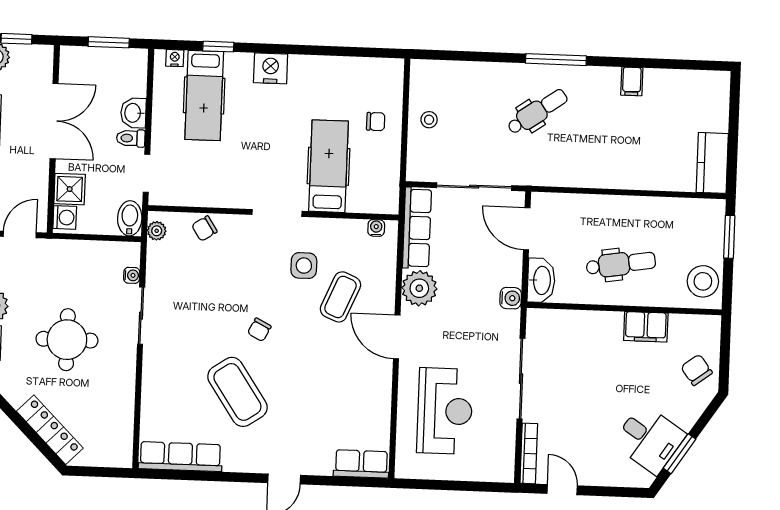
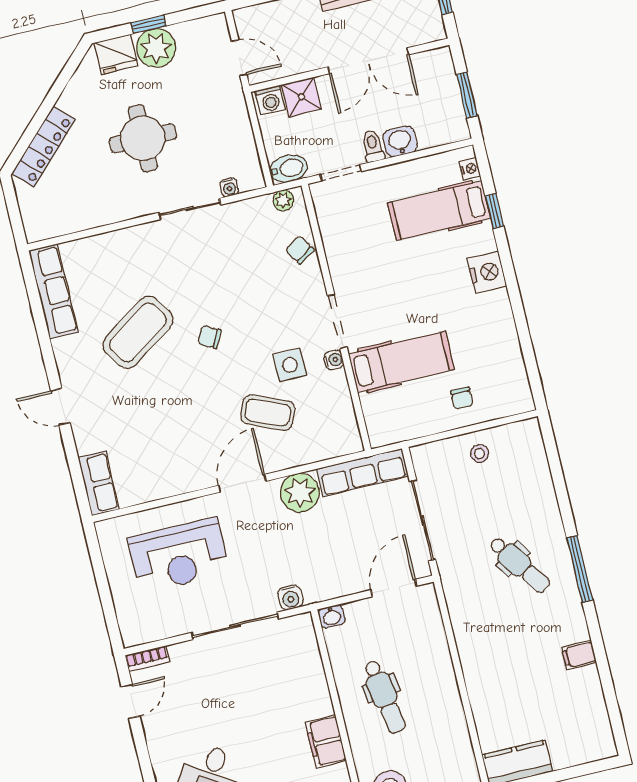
water cooler: (376, 228) -> (334, 360), moved
washbasin: (541, 280) -> (332, 616), width x0.52, depth x0.69
water cooler: (511, 298) -> (290, 597), moved
bookcase: (529, 453) -> (147, 659), width x0.64

